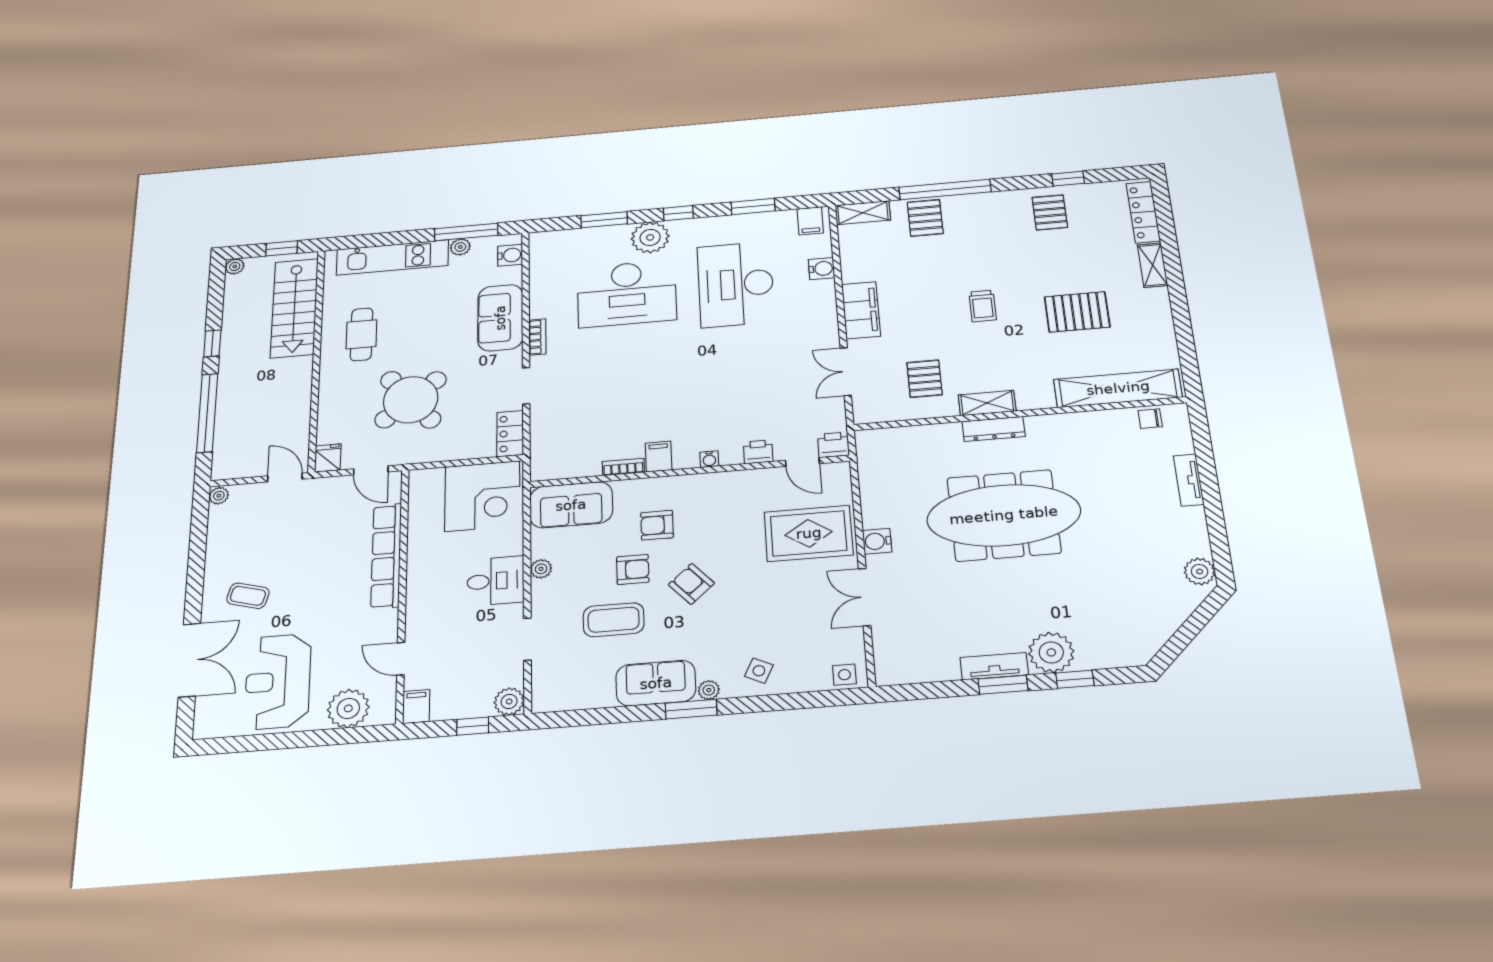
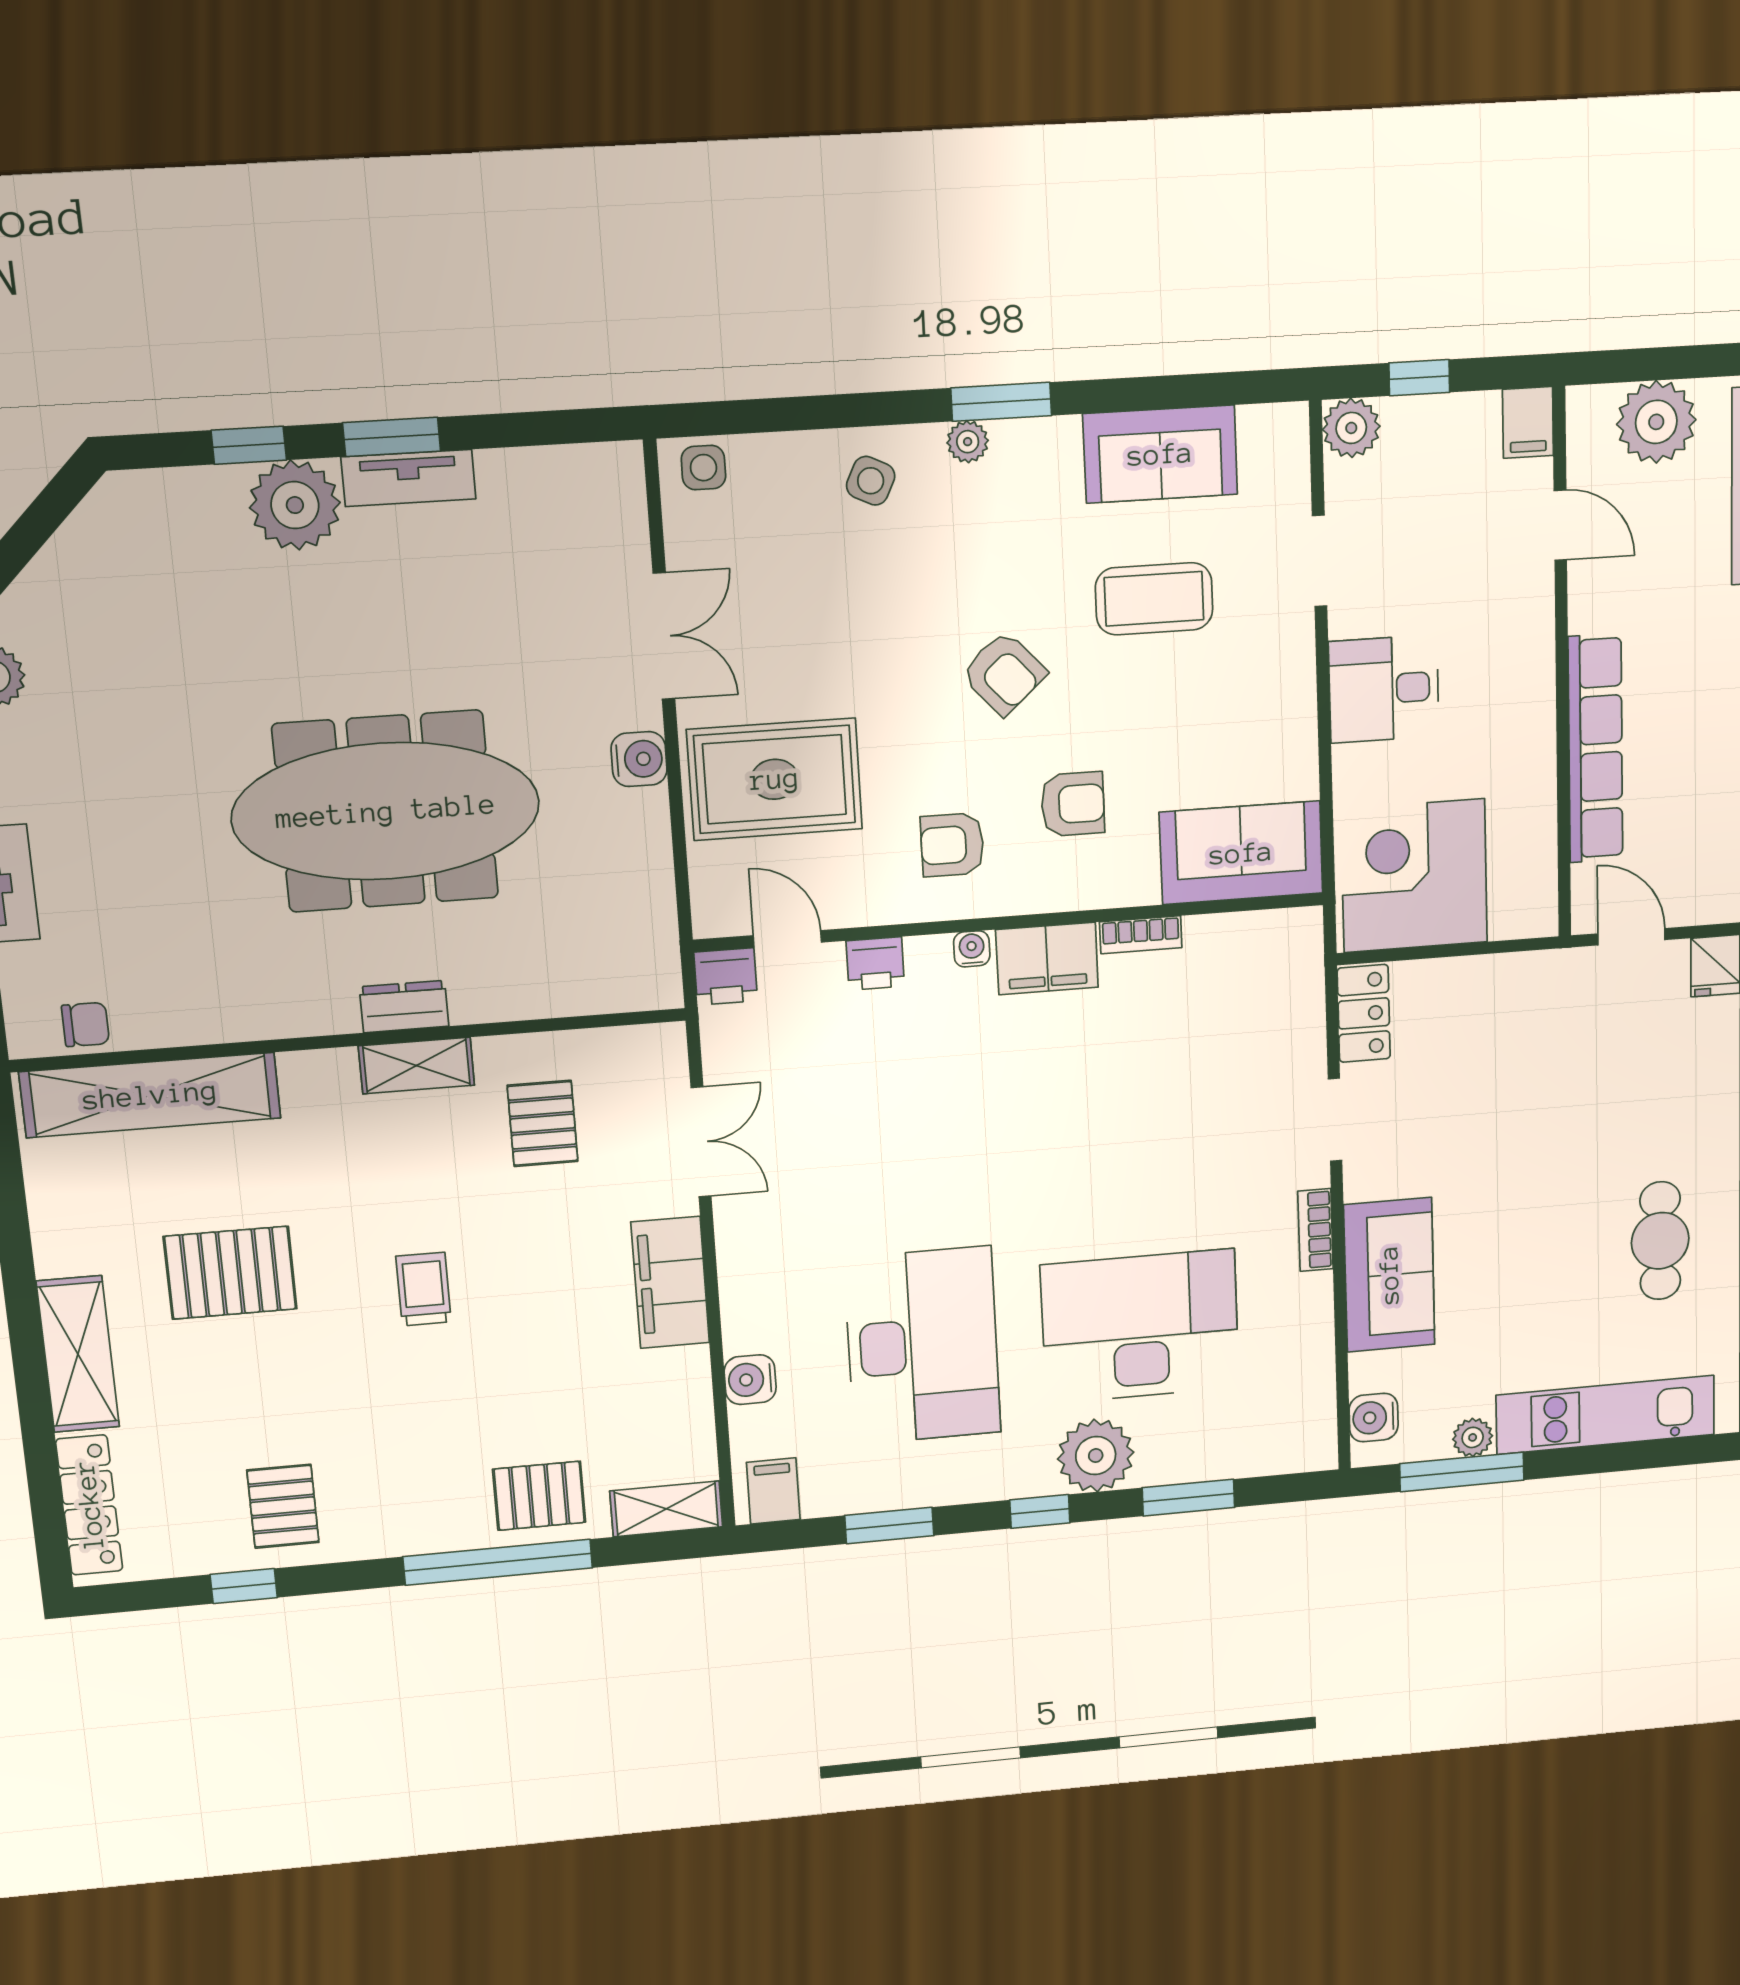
pallet: (925, 218) -> (539, 1496), turned 90
shelving: (1153, 265) -> (78, 1354), width x1.50, depth x1.33
round table: (411, 400) -> (1560, 1092), removed
dresser: (994, 429) -> (404, 1006), width x0.70
filing cabinet: (659, 457) -> (1047, 959), width x2.00
plant: (541, 569) -> (1297, 713), removed
armchair: (633, 569) -> (952, 845), moved
sofa: (656, 683) -> (1160, 454), moved

